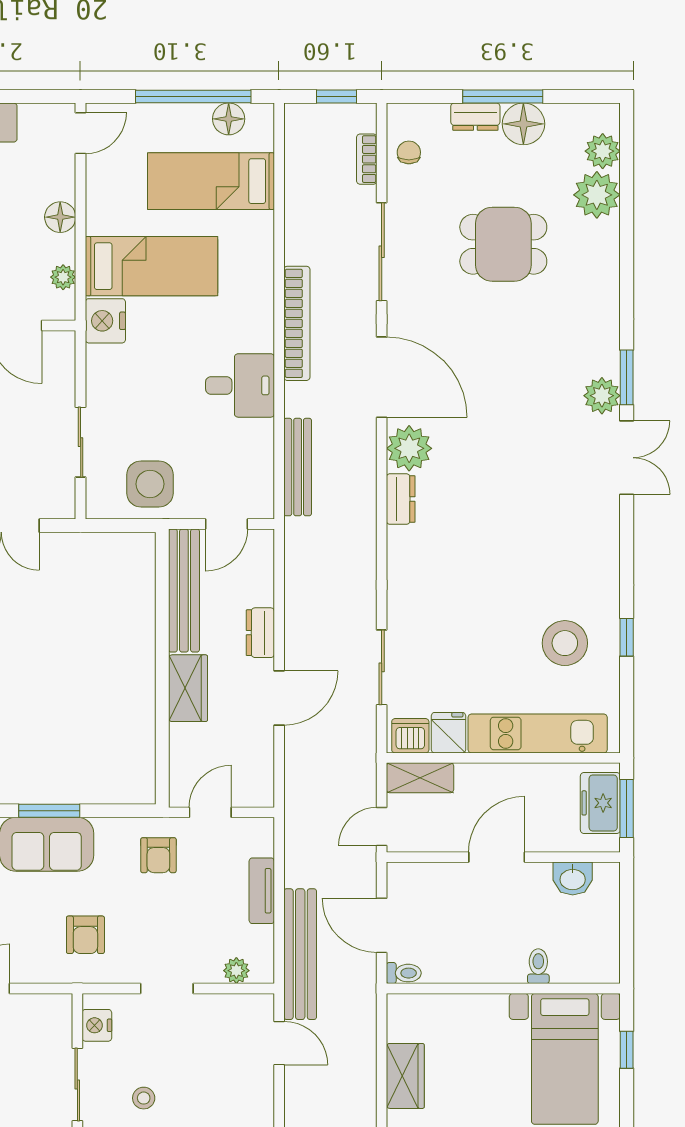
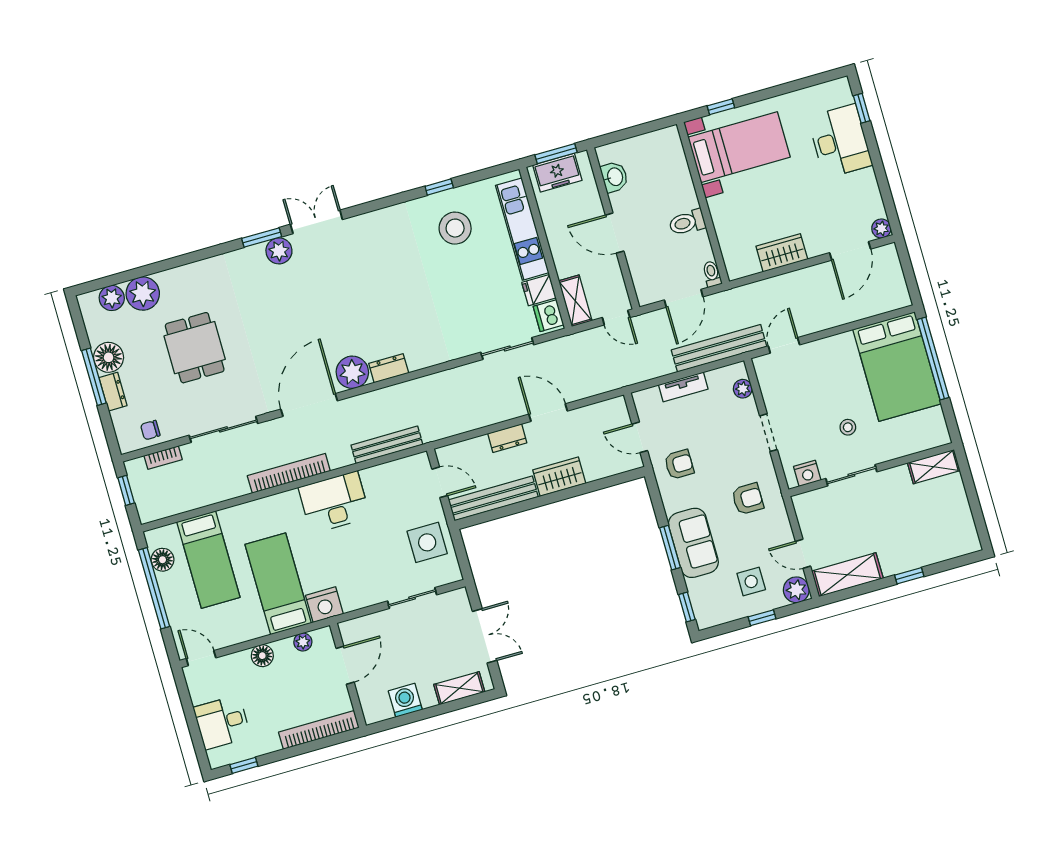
desk: (240, 385) -> (334, 502), width x1.37
toilet: (538, 966) -> (687, 222), moved, width x1.37, depth x1.39

